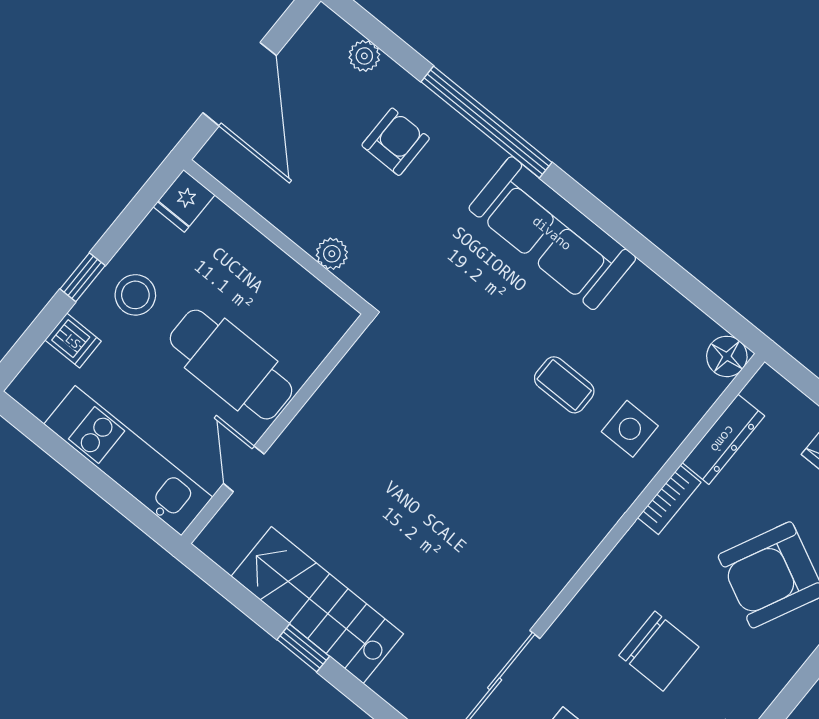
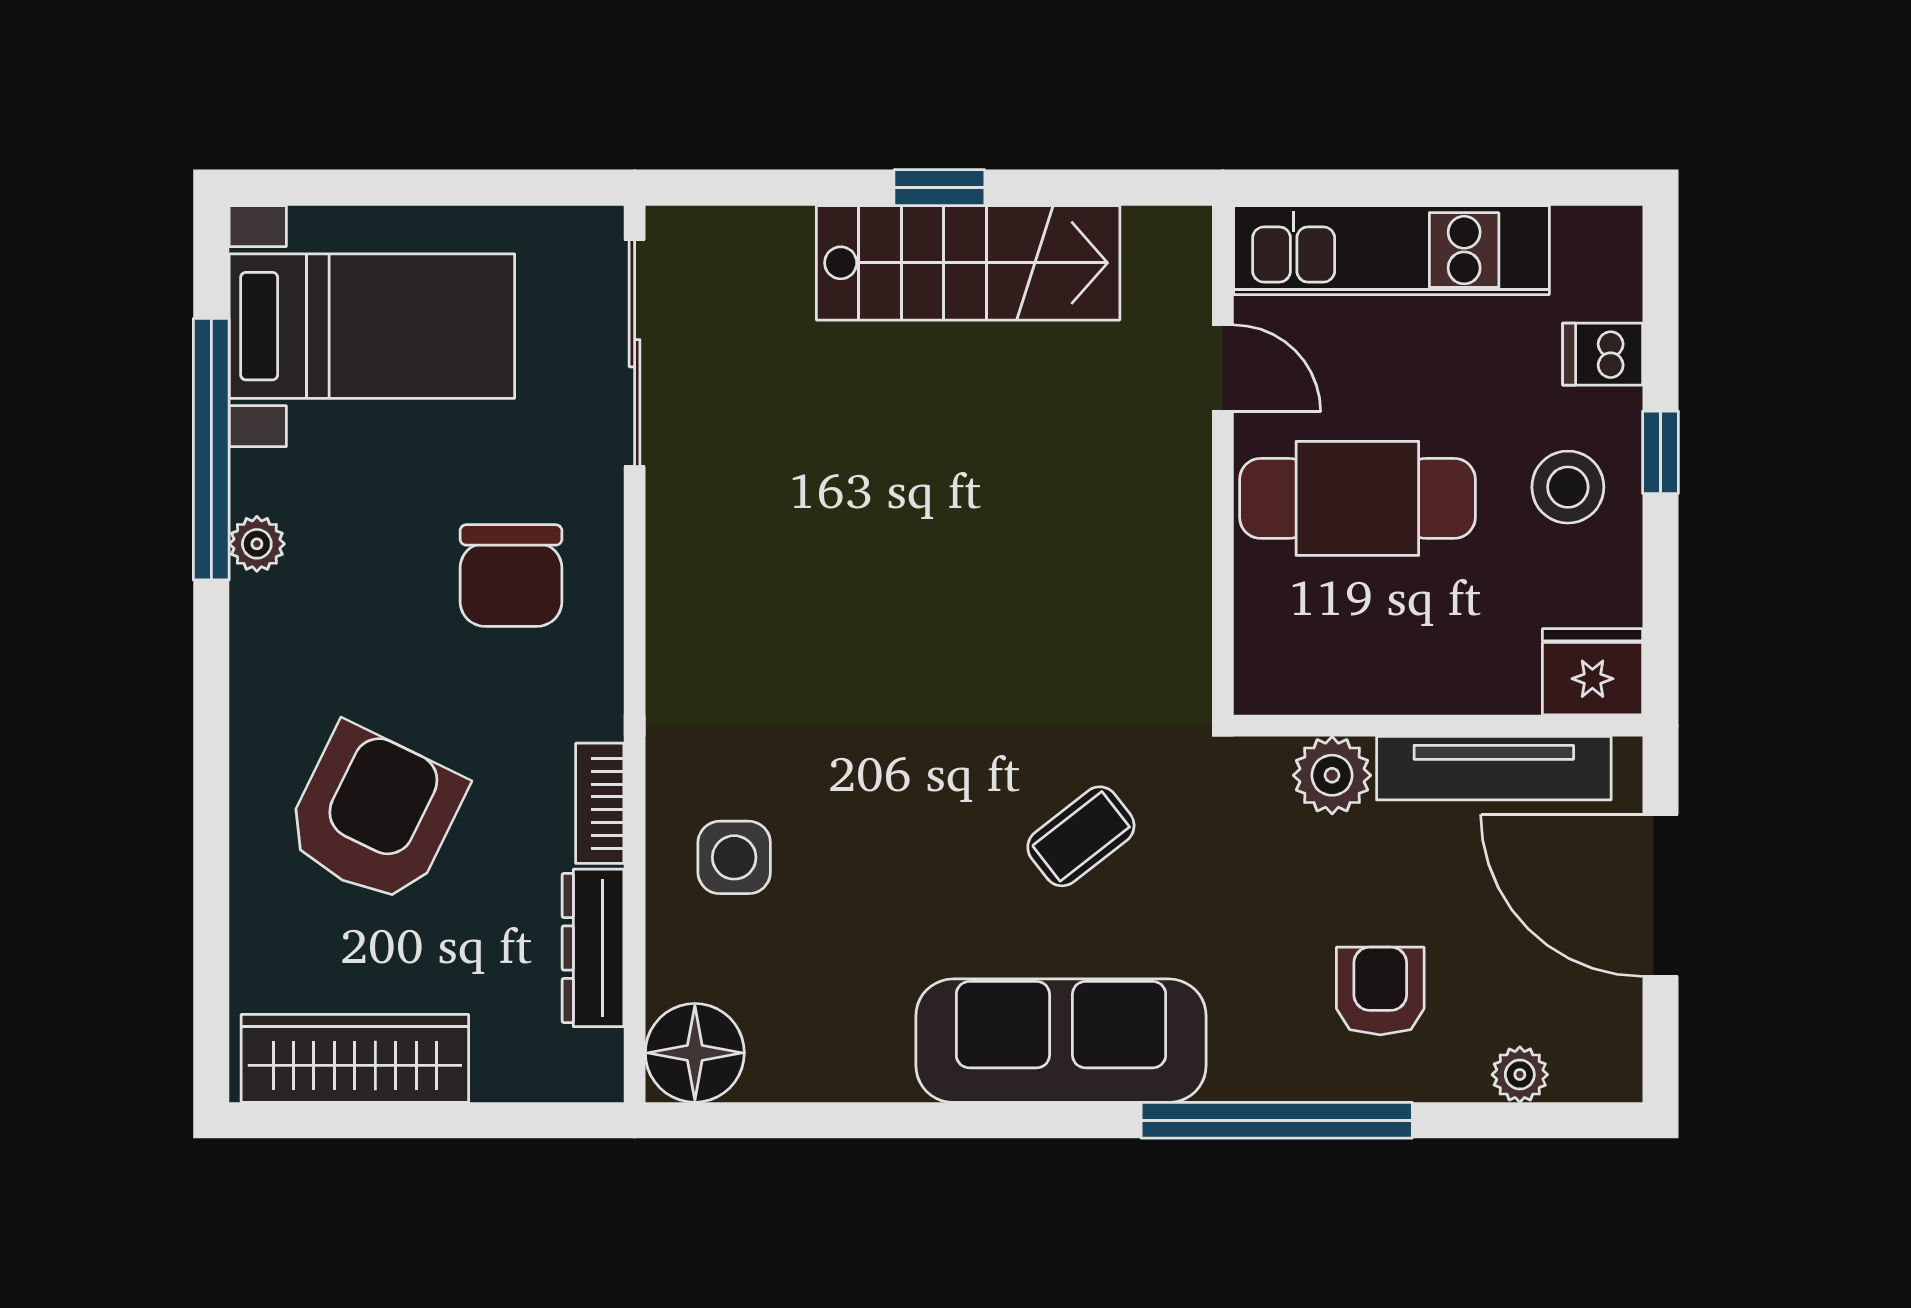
armchair: (396, 142) -> (1380, 991), turned 180
tv unit: (267, 199) -> (1494, 768), added
fridge: (184, 201) -> (1592, 672), width x1.38
plant: (332, 254) -> (1332, 775), width x1.38, depth x1.38
floor lamp: (727, 356) -> (695, 1053), width x1.38, depth x1.38
coffee table: (564, 385) -> (1081, 836), moved, turned -38
chair: (659, 651) -> (511, 576), moved, turned -90

